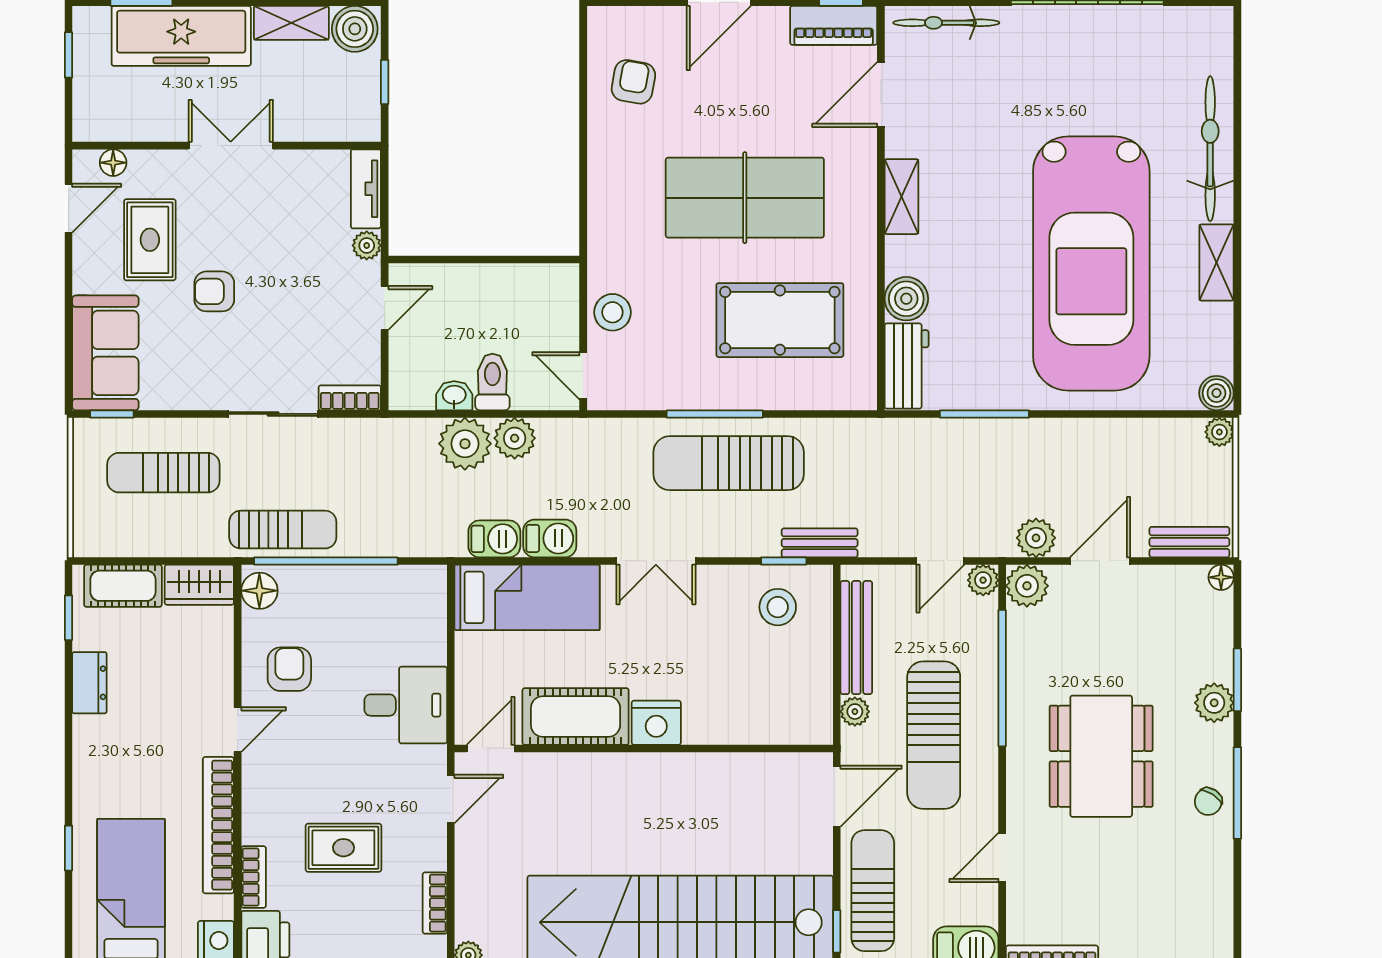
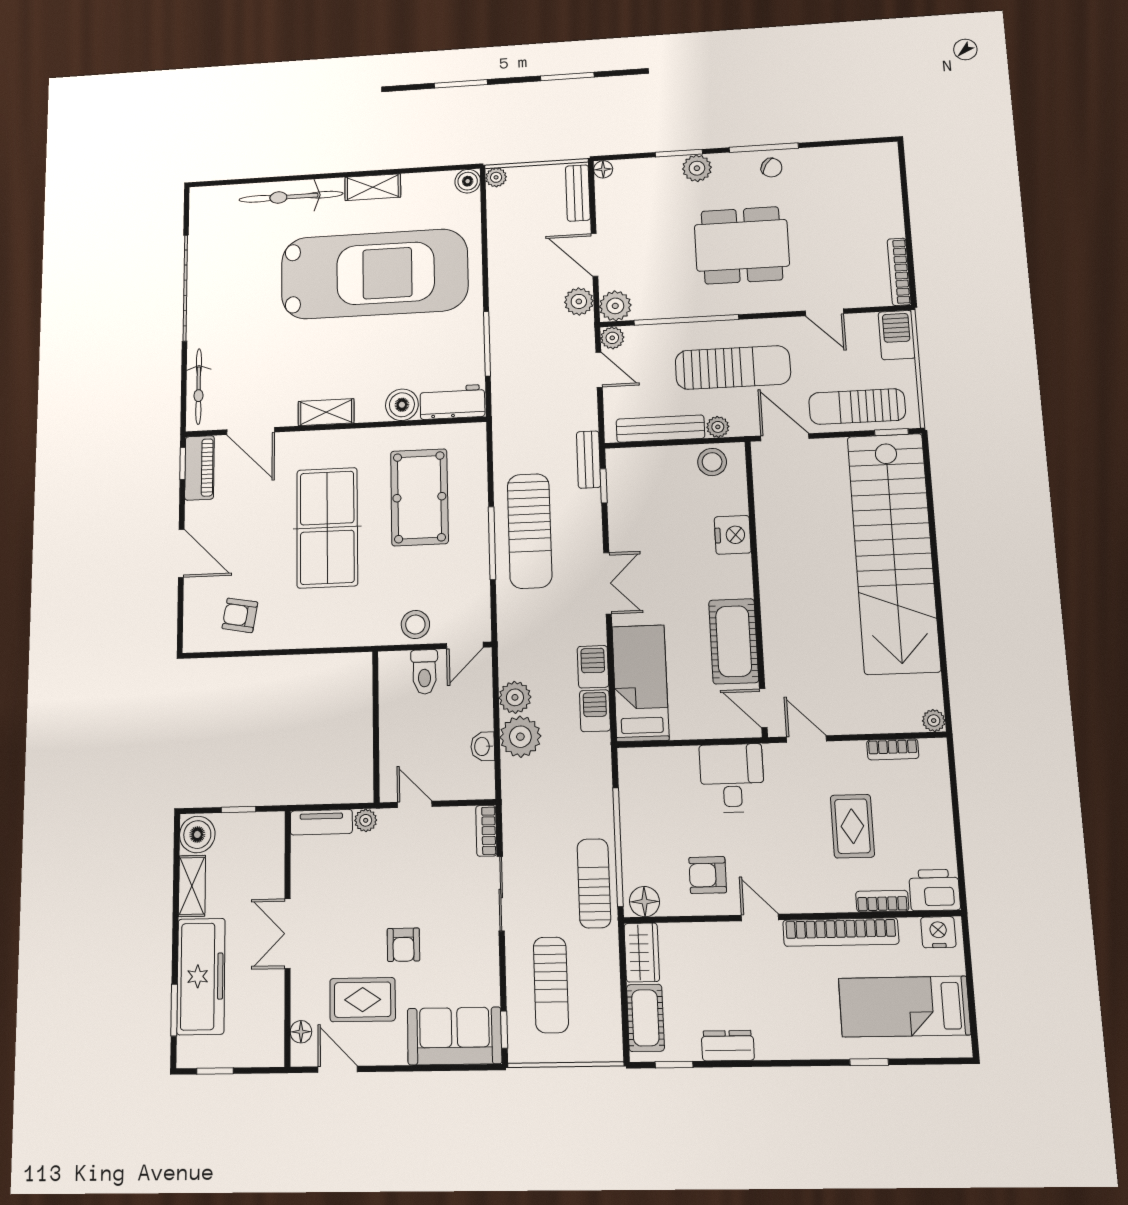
toilet: (492, 382) -> (424, 672), moved, turned -90
stool: (778, 607) -> (712, 462), moved
nightstand: (656, 723) -> (733, 535), moved

